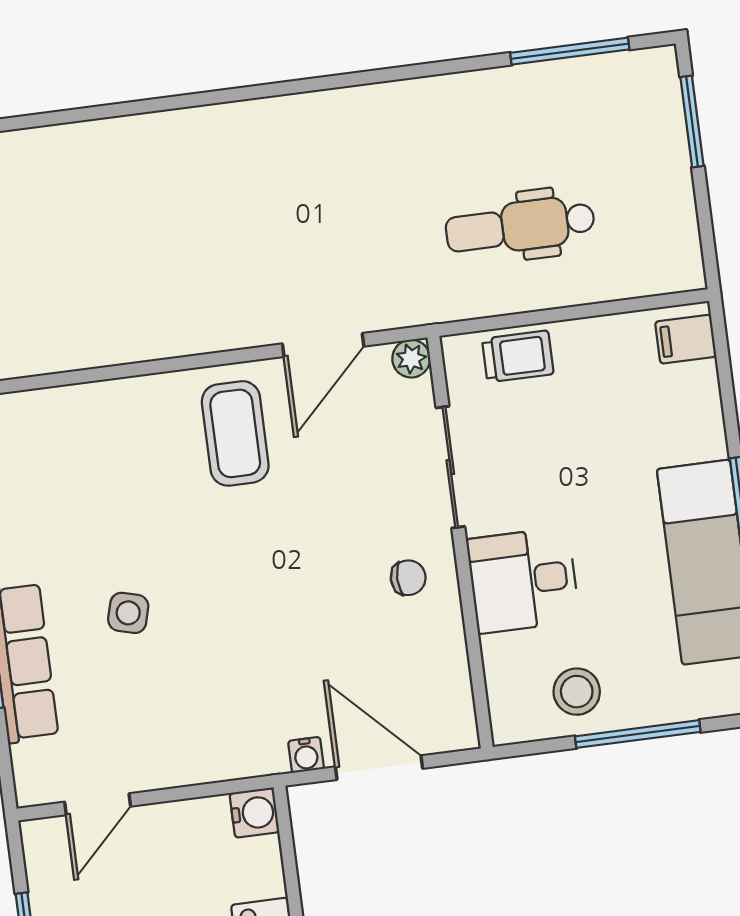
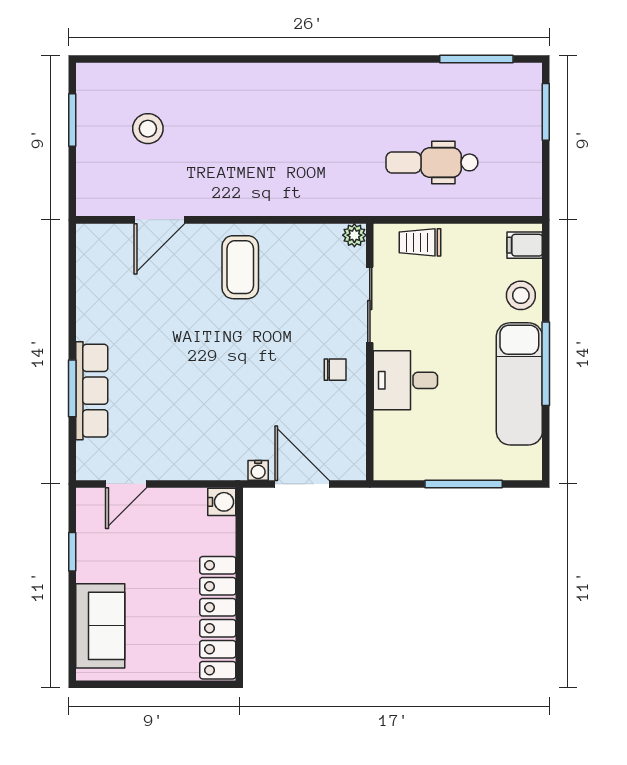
stool: (59, 231) -> (148, 129), added
door: (323, 345) -> (159, 220), moved
trolley: (518, 356) -> (420, 242), turned 180
side table: (128, 613) -> (160, 369), removed
stool: (577, 692) -> (521, 295), moved

